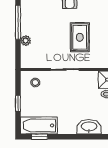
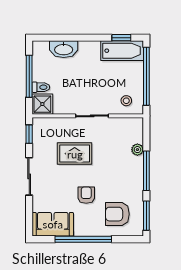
rug: (80, 37) -> (75, 154), turned 90
window: (18, 104) -> (146, 76), width x3.17

